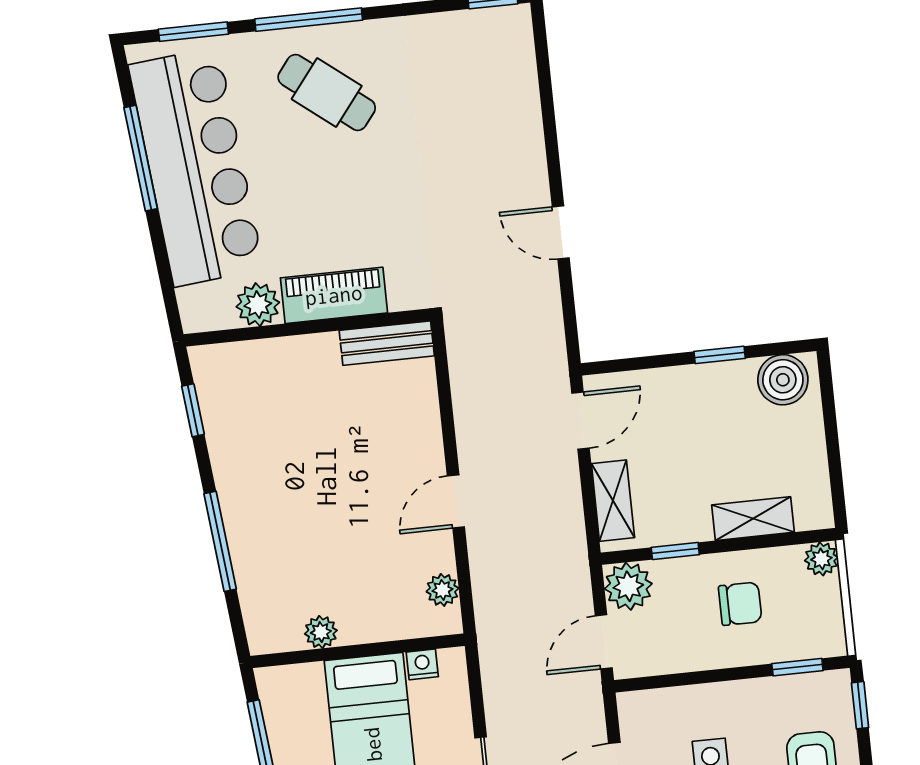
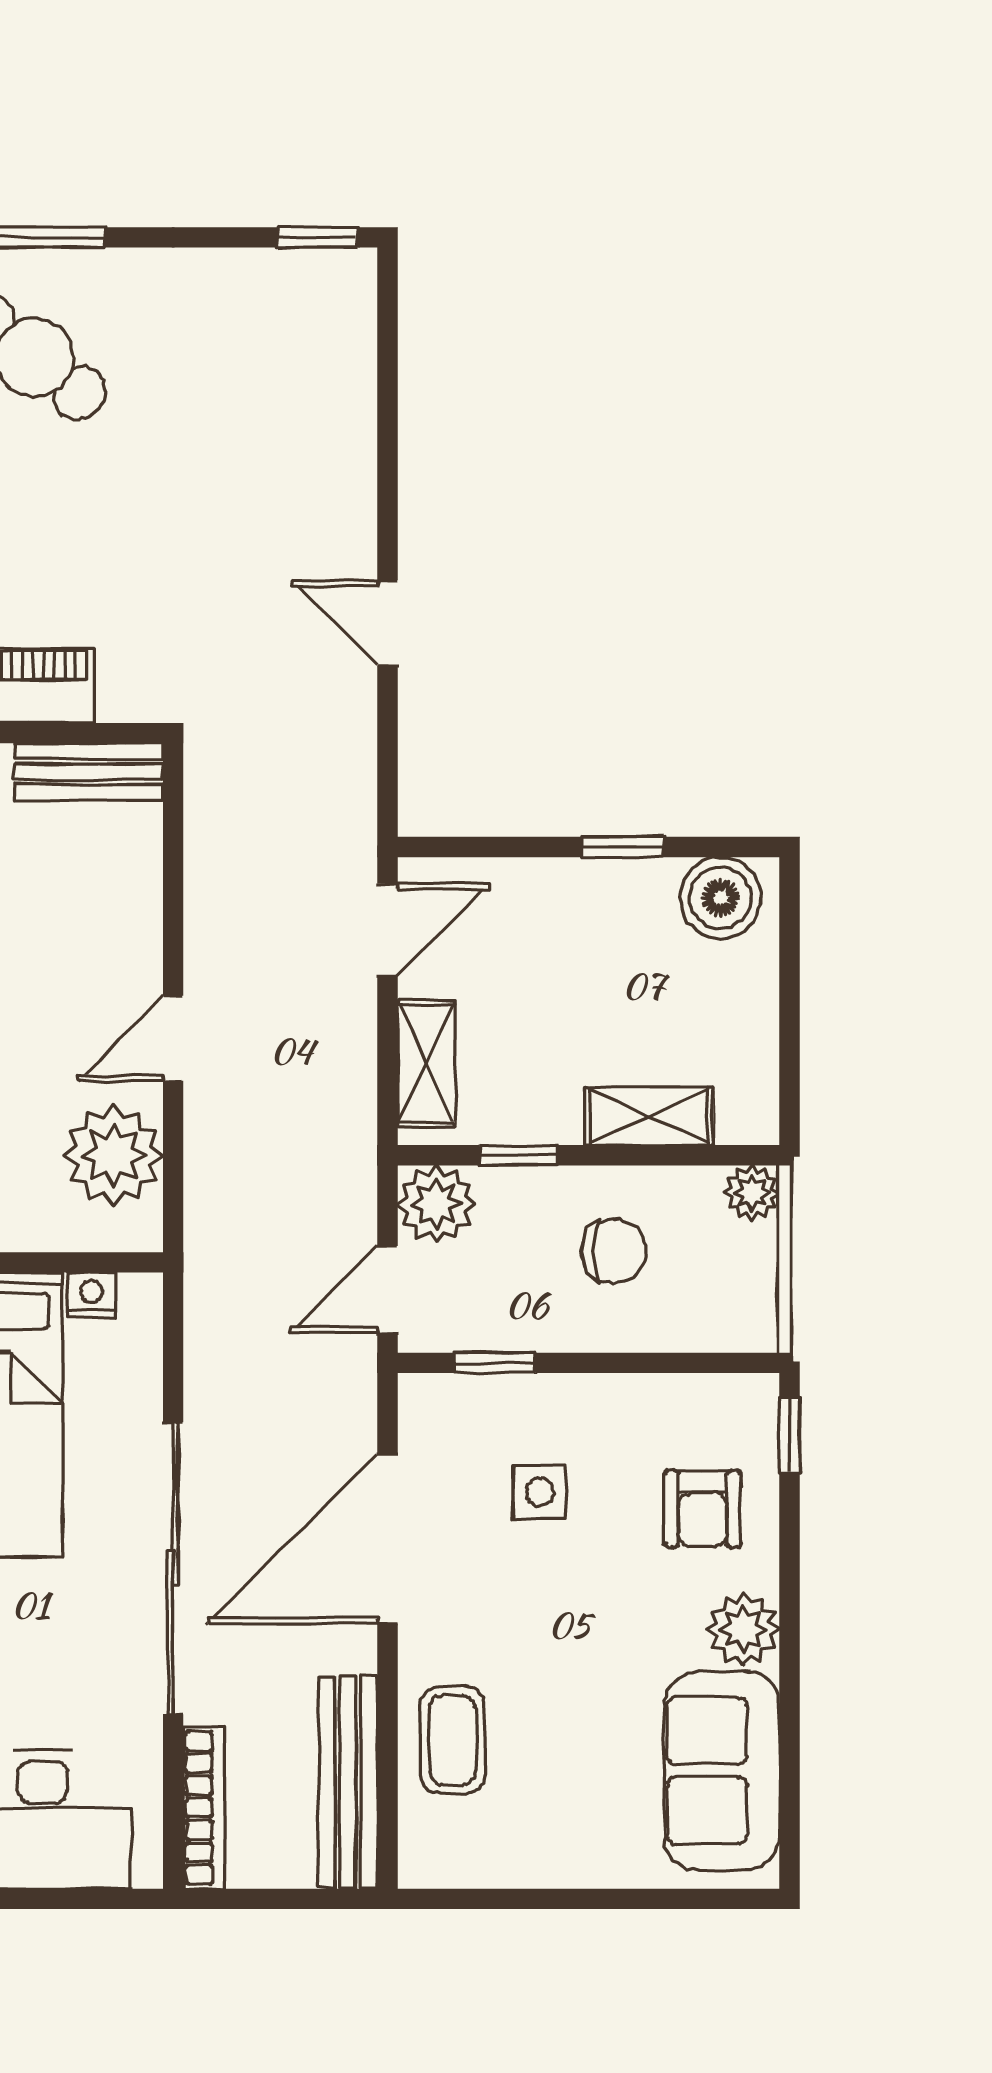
plant: (442, 590) -> (113, 1155), width x1.88, depth x1.88
window: (797, 667) -> (495, 1363), moved

